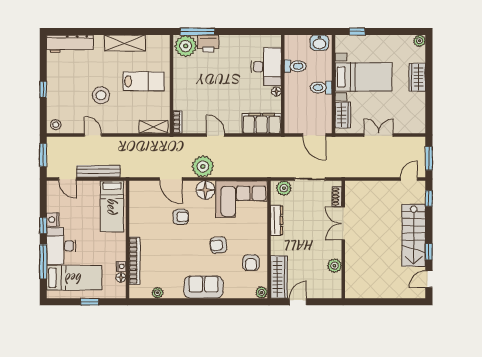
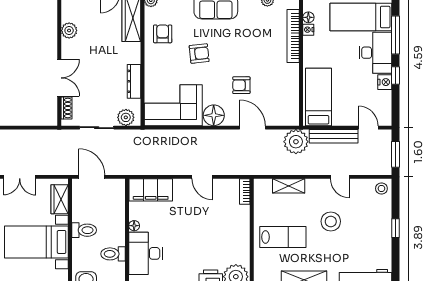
lab bench: (144, 81) -> (283, 237), turned 180
shelving: (153, 127) -> (289, 186), moved
plant: (203, 166) -> (296, 142), moved

